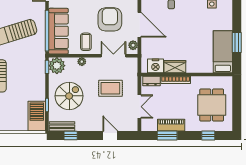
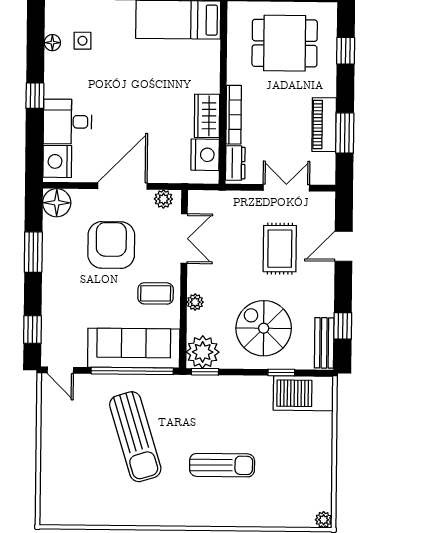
armchair: (110, 19) -> (111, 245), turned 90
double door: (113, 56) -> (184, 239), swing flipped
rug: (110, 88) -> (280, 249), moved

